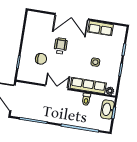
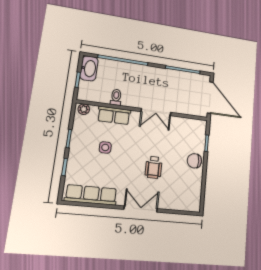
double door: (72, 17) -> (141, 209), width x0.73
row of seats: (101, 28) -> (91, 195), width x1.48
chair: (41, 59) -> (194, 161), moved
row of seats: (88, 86) -> (114, 115), width x0.68
washbasin: (107, 109) -> (89, 68), moved

